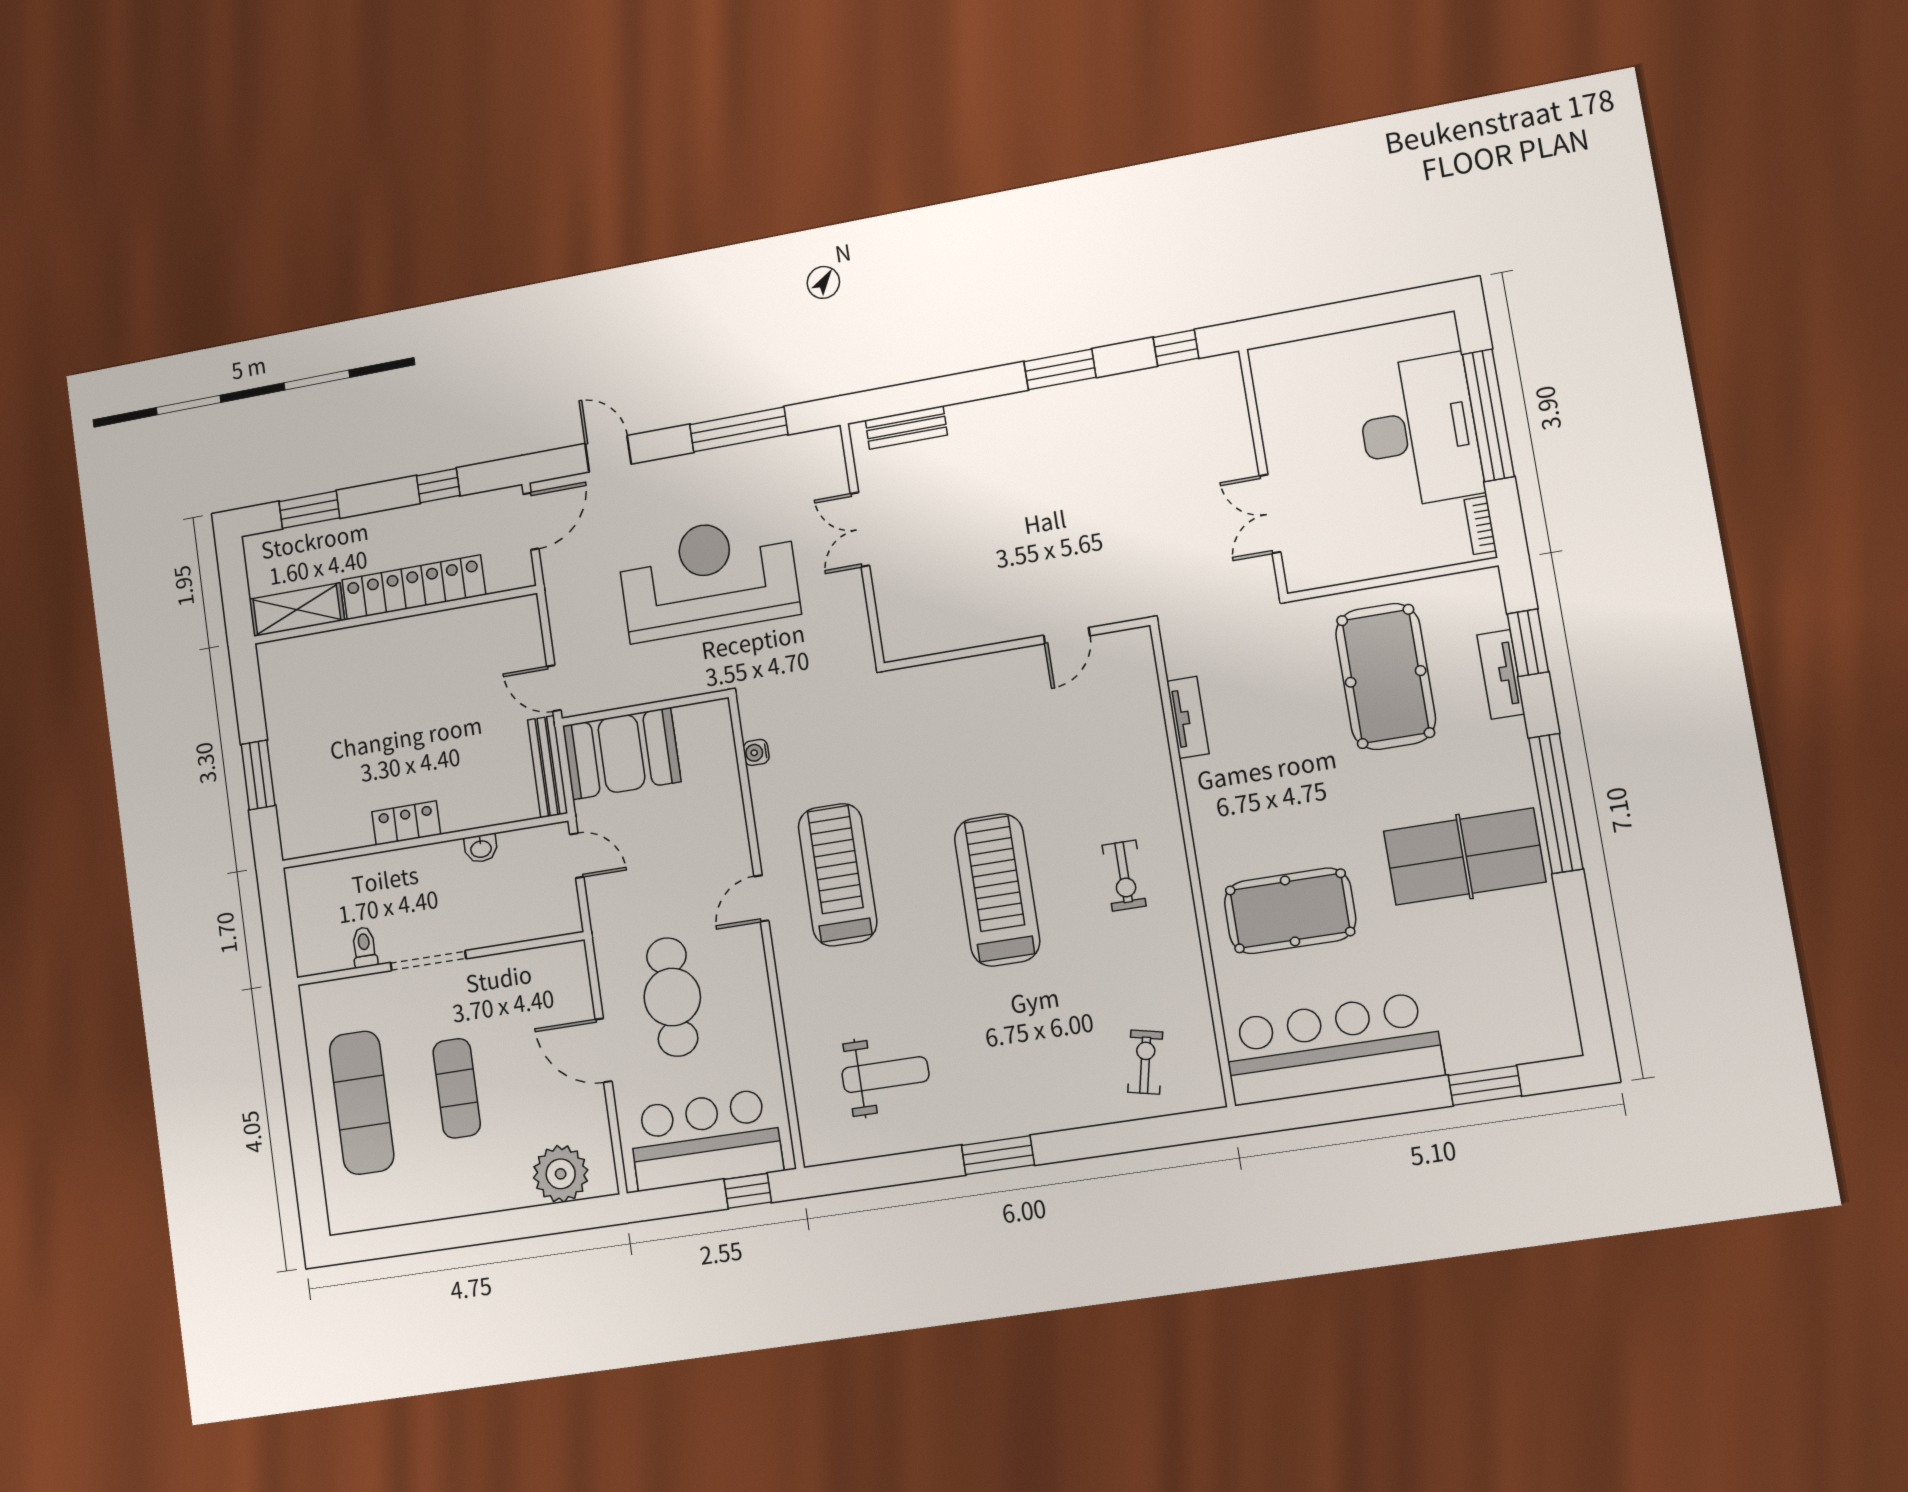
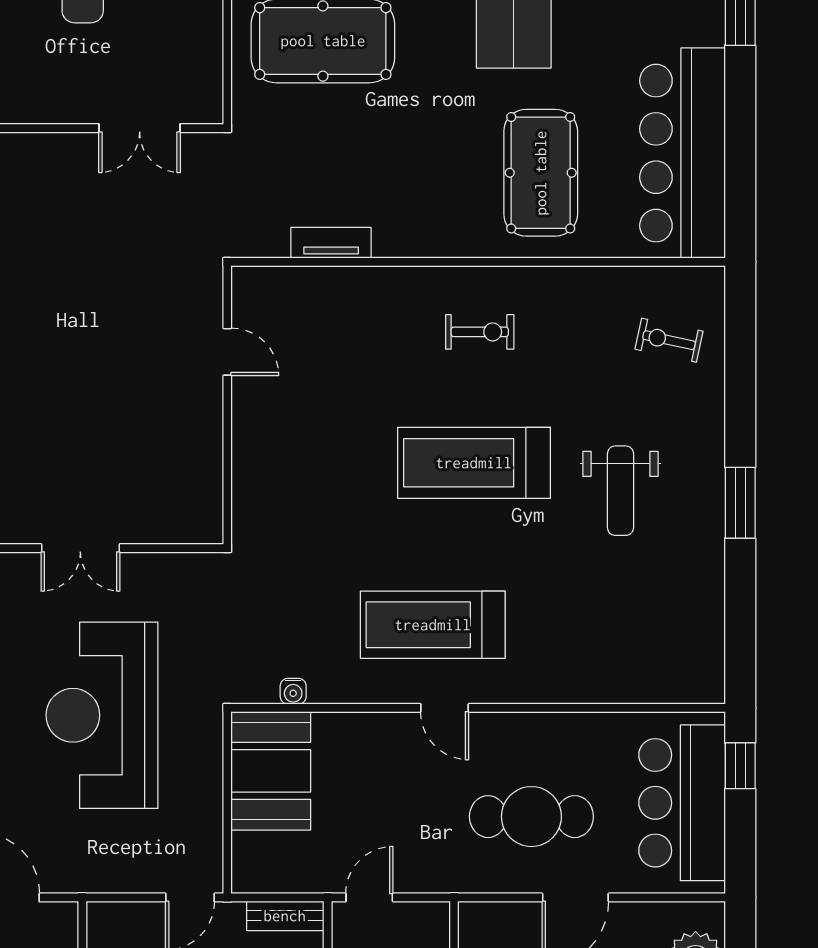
booth: (621, 754) -> (271, 771), moved
bench: (548, 767) -> (285, 916), width x0.73
weight bench: (885, 1075) -> (620, 491), moved, turned 180

